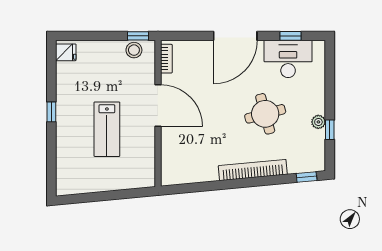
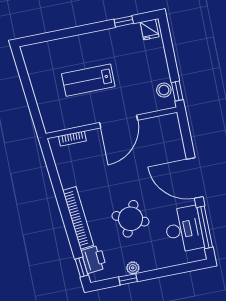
window: (290, 36) -> (205, 227), width x2.17
bookcase: (166, 59) -> (72, 139), moved
window: (51, 112) -> (124, 21), moved
round table: (265, 114) -> (131, 219), turned 38
printer: (301, 162) -> (94, 259), added

